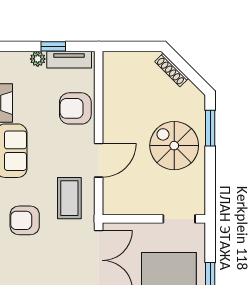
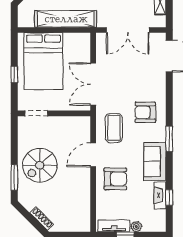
armchair: (75, 108) -> (115, 179), moved
spiral stairs: (174, 146) -> (40, 165), turned 90
armchair: (25, 220) -> (145, 112), turned 180

